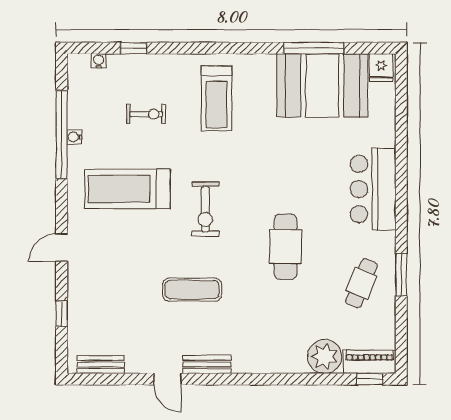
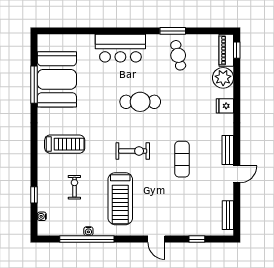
fridge: (381, 68) -> (225, 106), moved, turned 180
cafe table: (285, 247) -> (140, 102), moved
cafe table: (361, 283) -> (178, 55), turned 55

